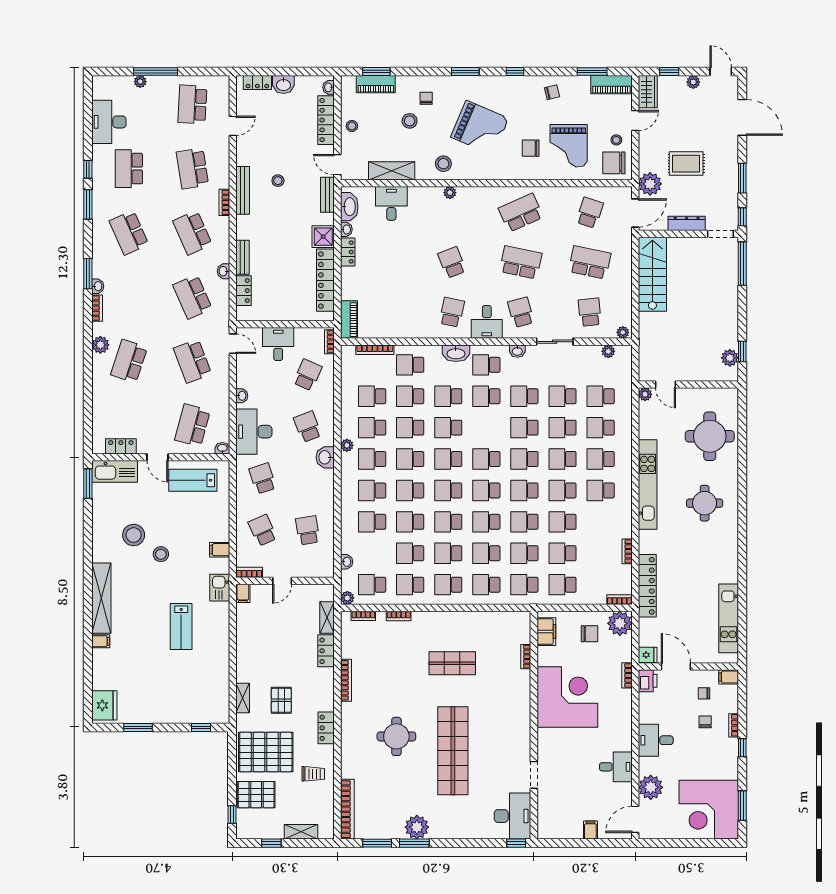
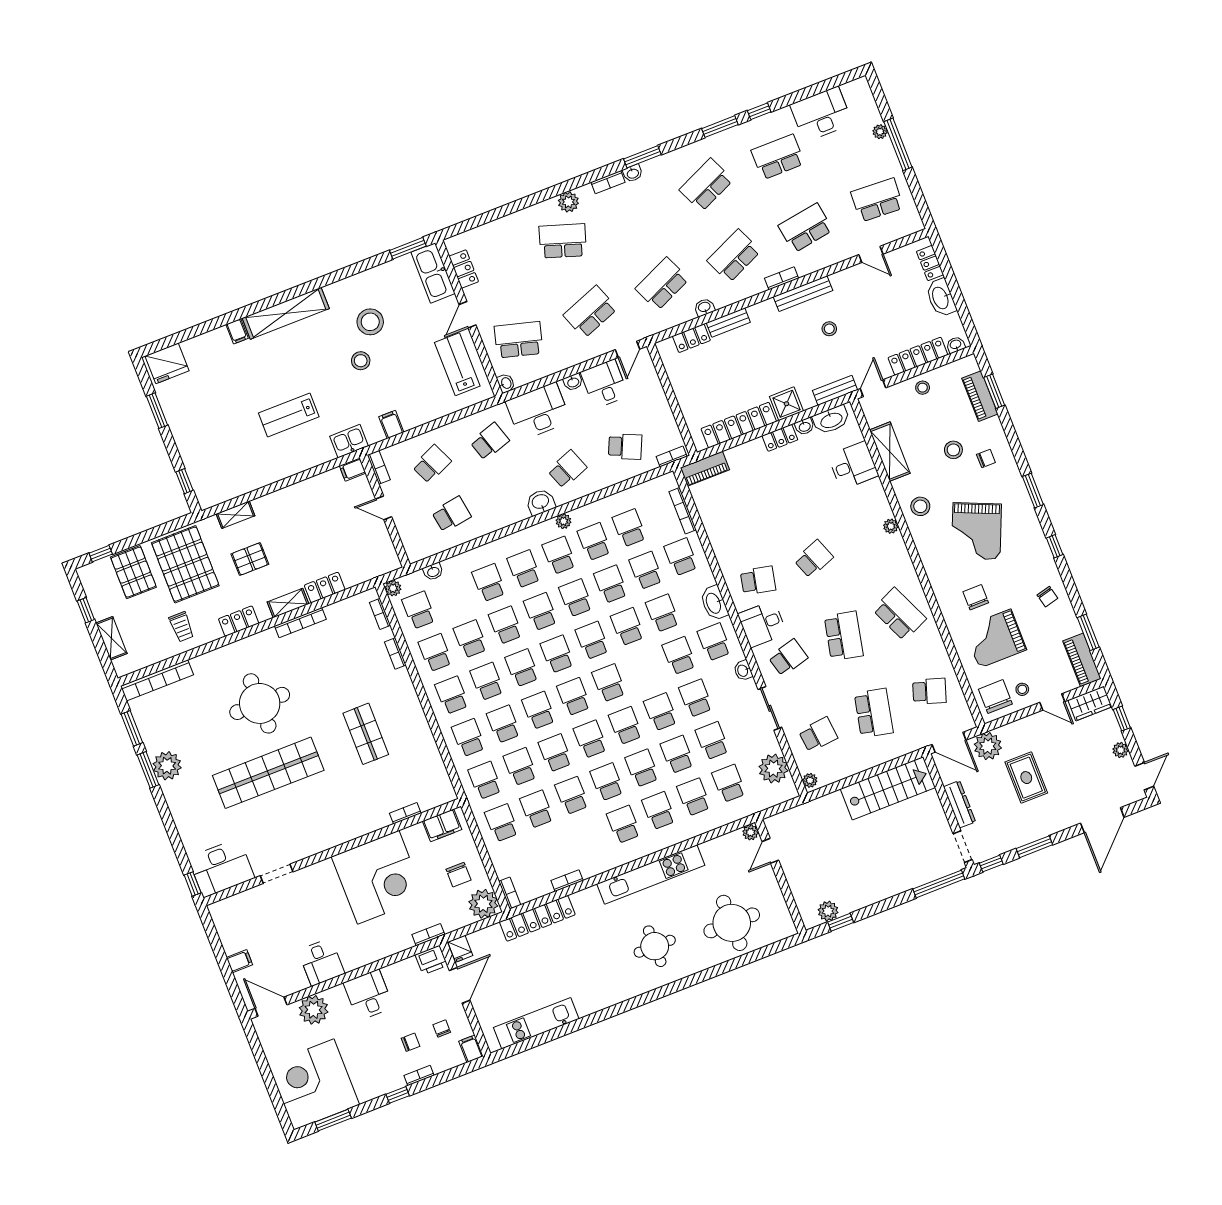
washbasin: (283, 85) -> (941, 298), width x1.38
desk: (278, 344) -> (605, 384), moved, turned -90
plant: (608, 351) -> (773, 769), width x1.87, depth x1.87
shelving: (327, 618) -> (288, 603), moved
round table: (396, 736) -> (260, 703), width x1.36, depth x1.36

